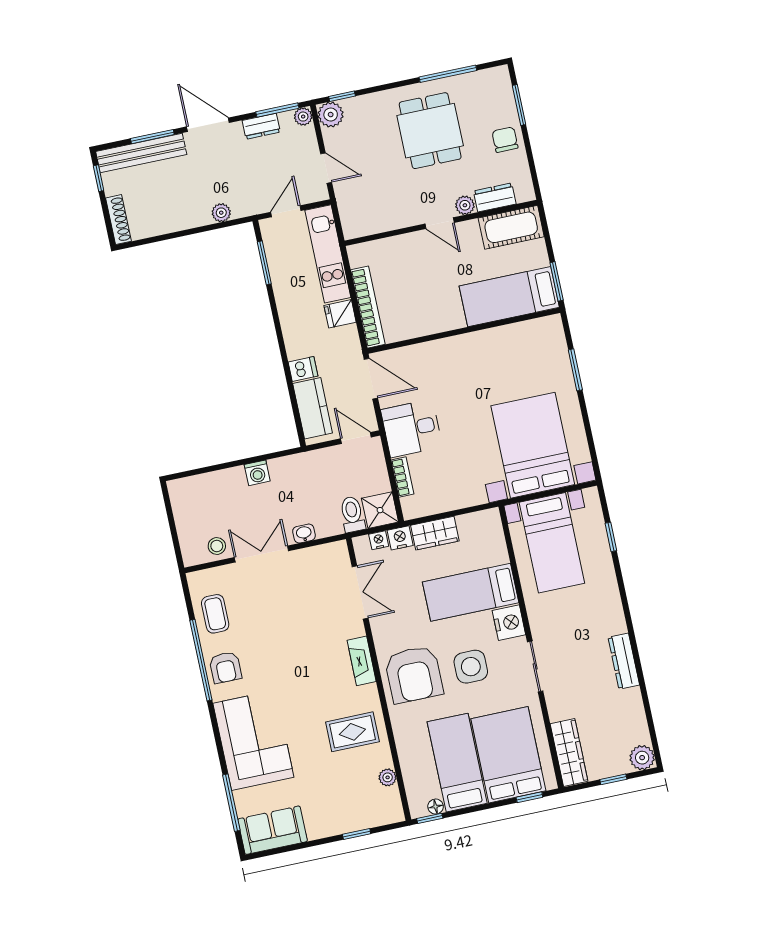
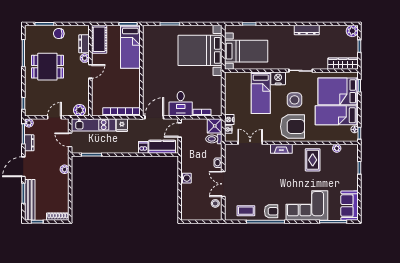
plant: (331, 115) -> (80, 110), moved
wardrobe: (435, 533) -> (230, 103), removed

